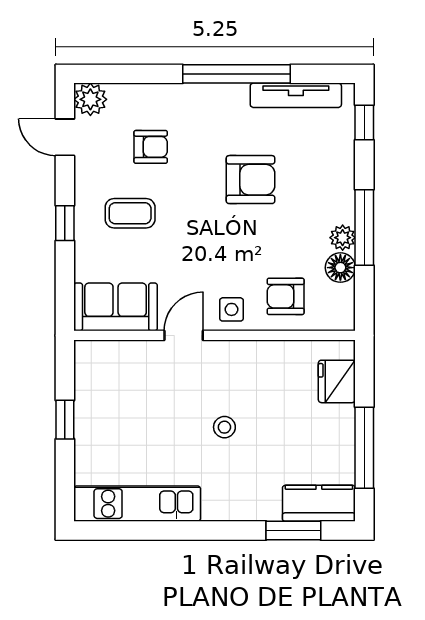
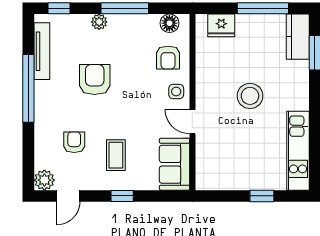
plant: (343, 238) -> (99, 22), moved
floor lamp: (340, 268) -> (169, 23), moved
window: (65, 420) -> (262, 196), moved
stool: (224, 427) -> (250, 96), width x1.89, depth x1.89

